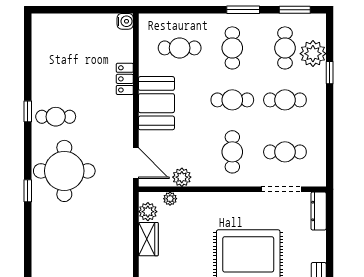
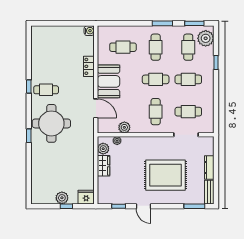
plant: (313, 54) -> (206, 38), moved
door: (136, 163) -> (96, 108), moved
dresser: (319, 211) -> (209, 167), moved

